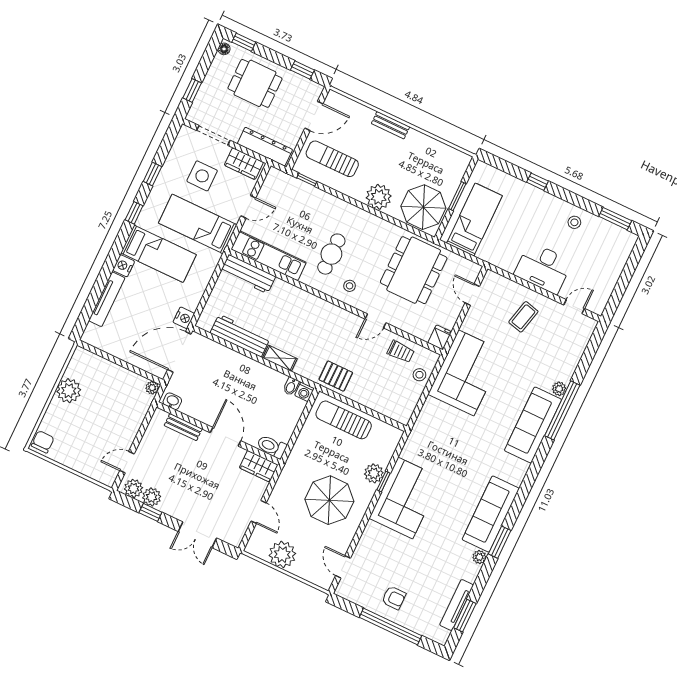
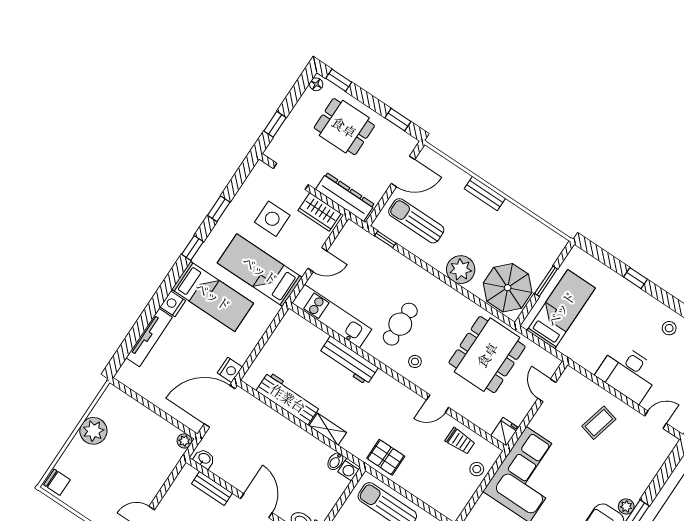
workbench: (248, 274) -> (349, 361), moved
chair: (43, 442) -> (57, 482), turned 90

